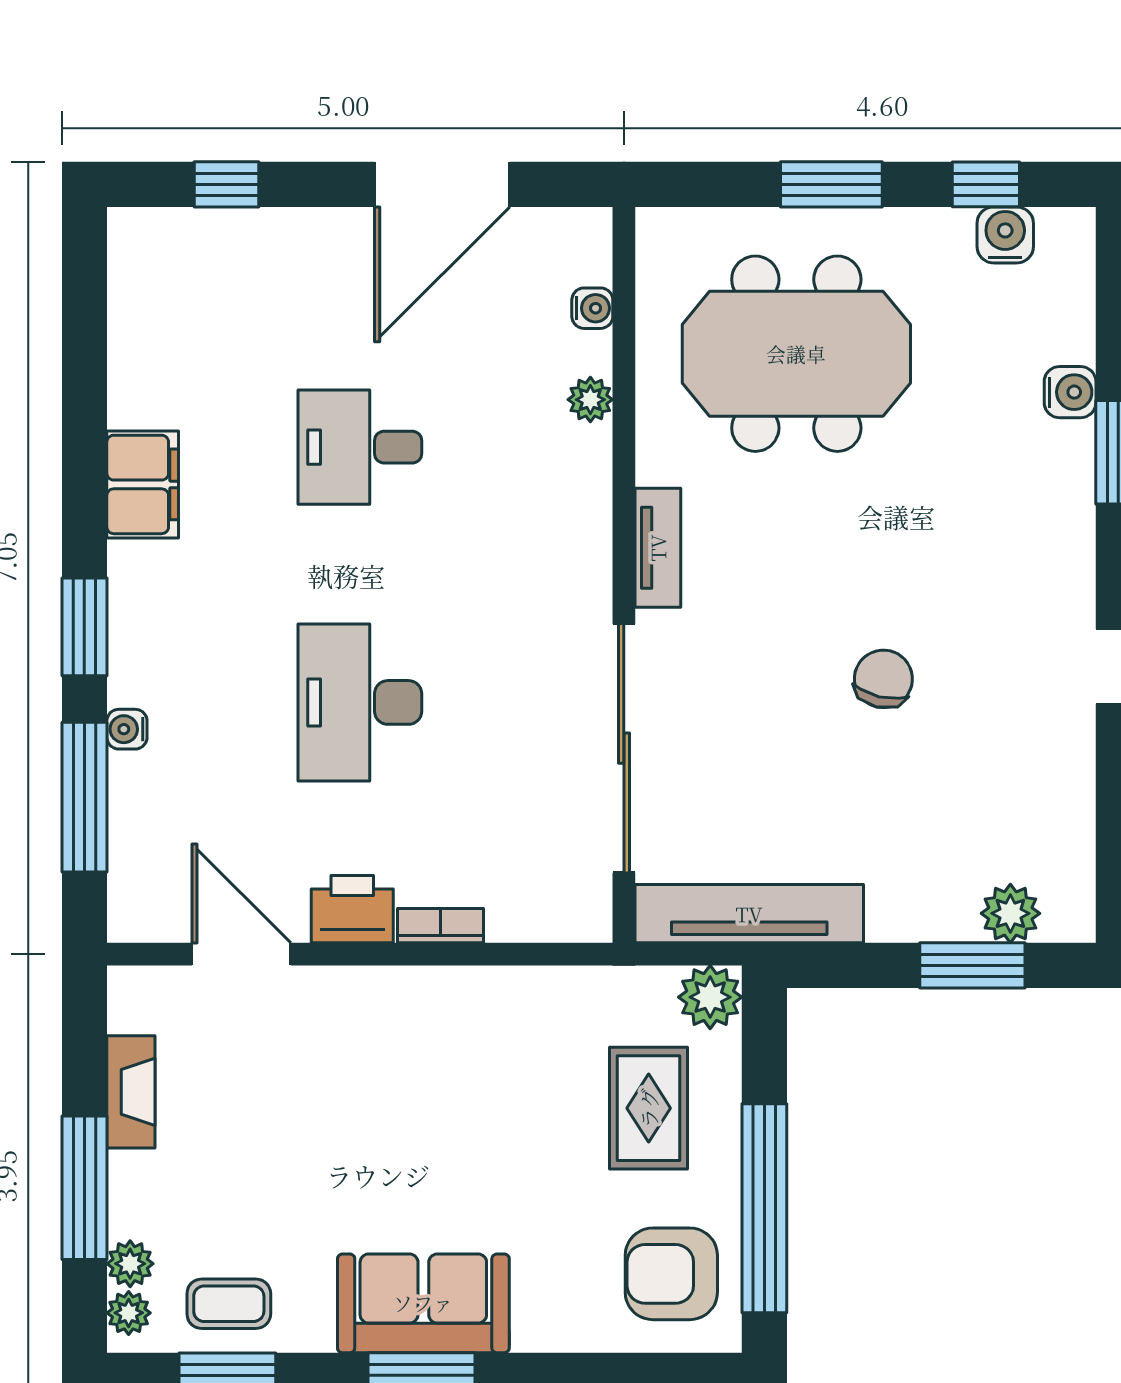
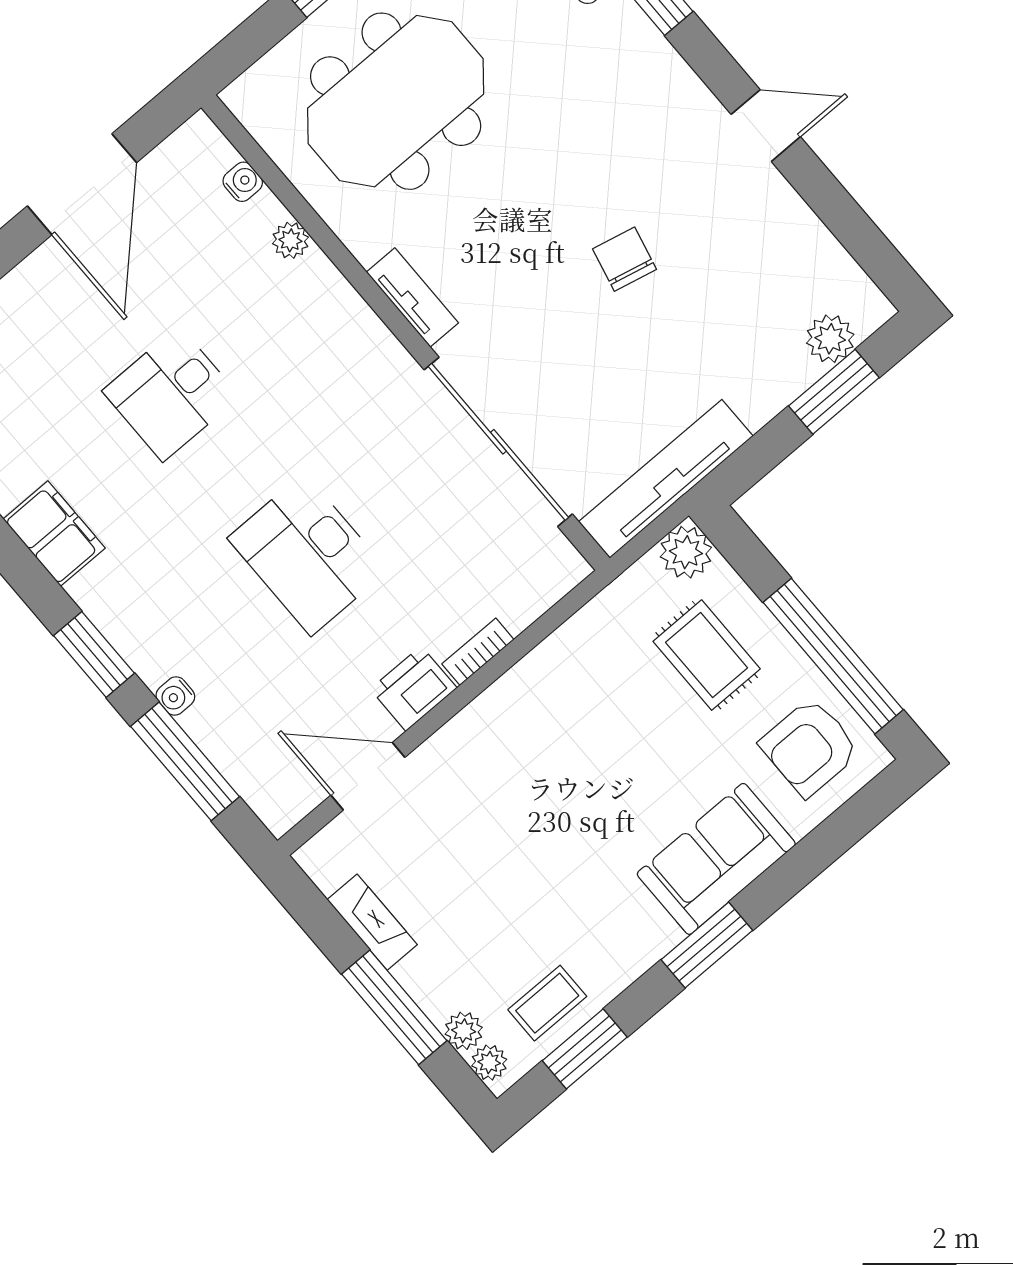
sofa: (423, 1303) -> (716, 859), moved

